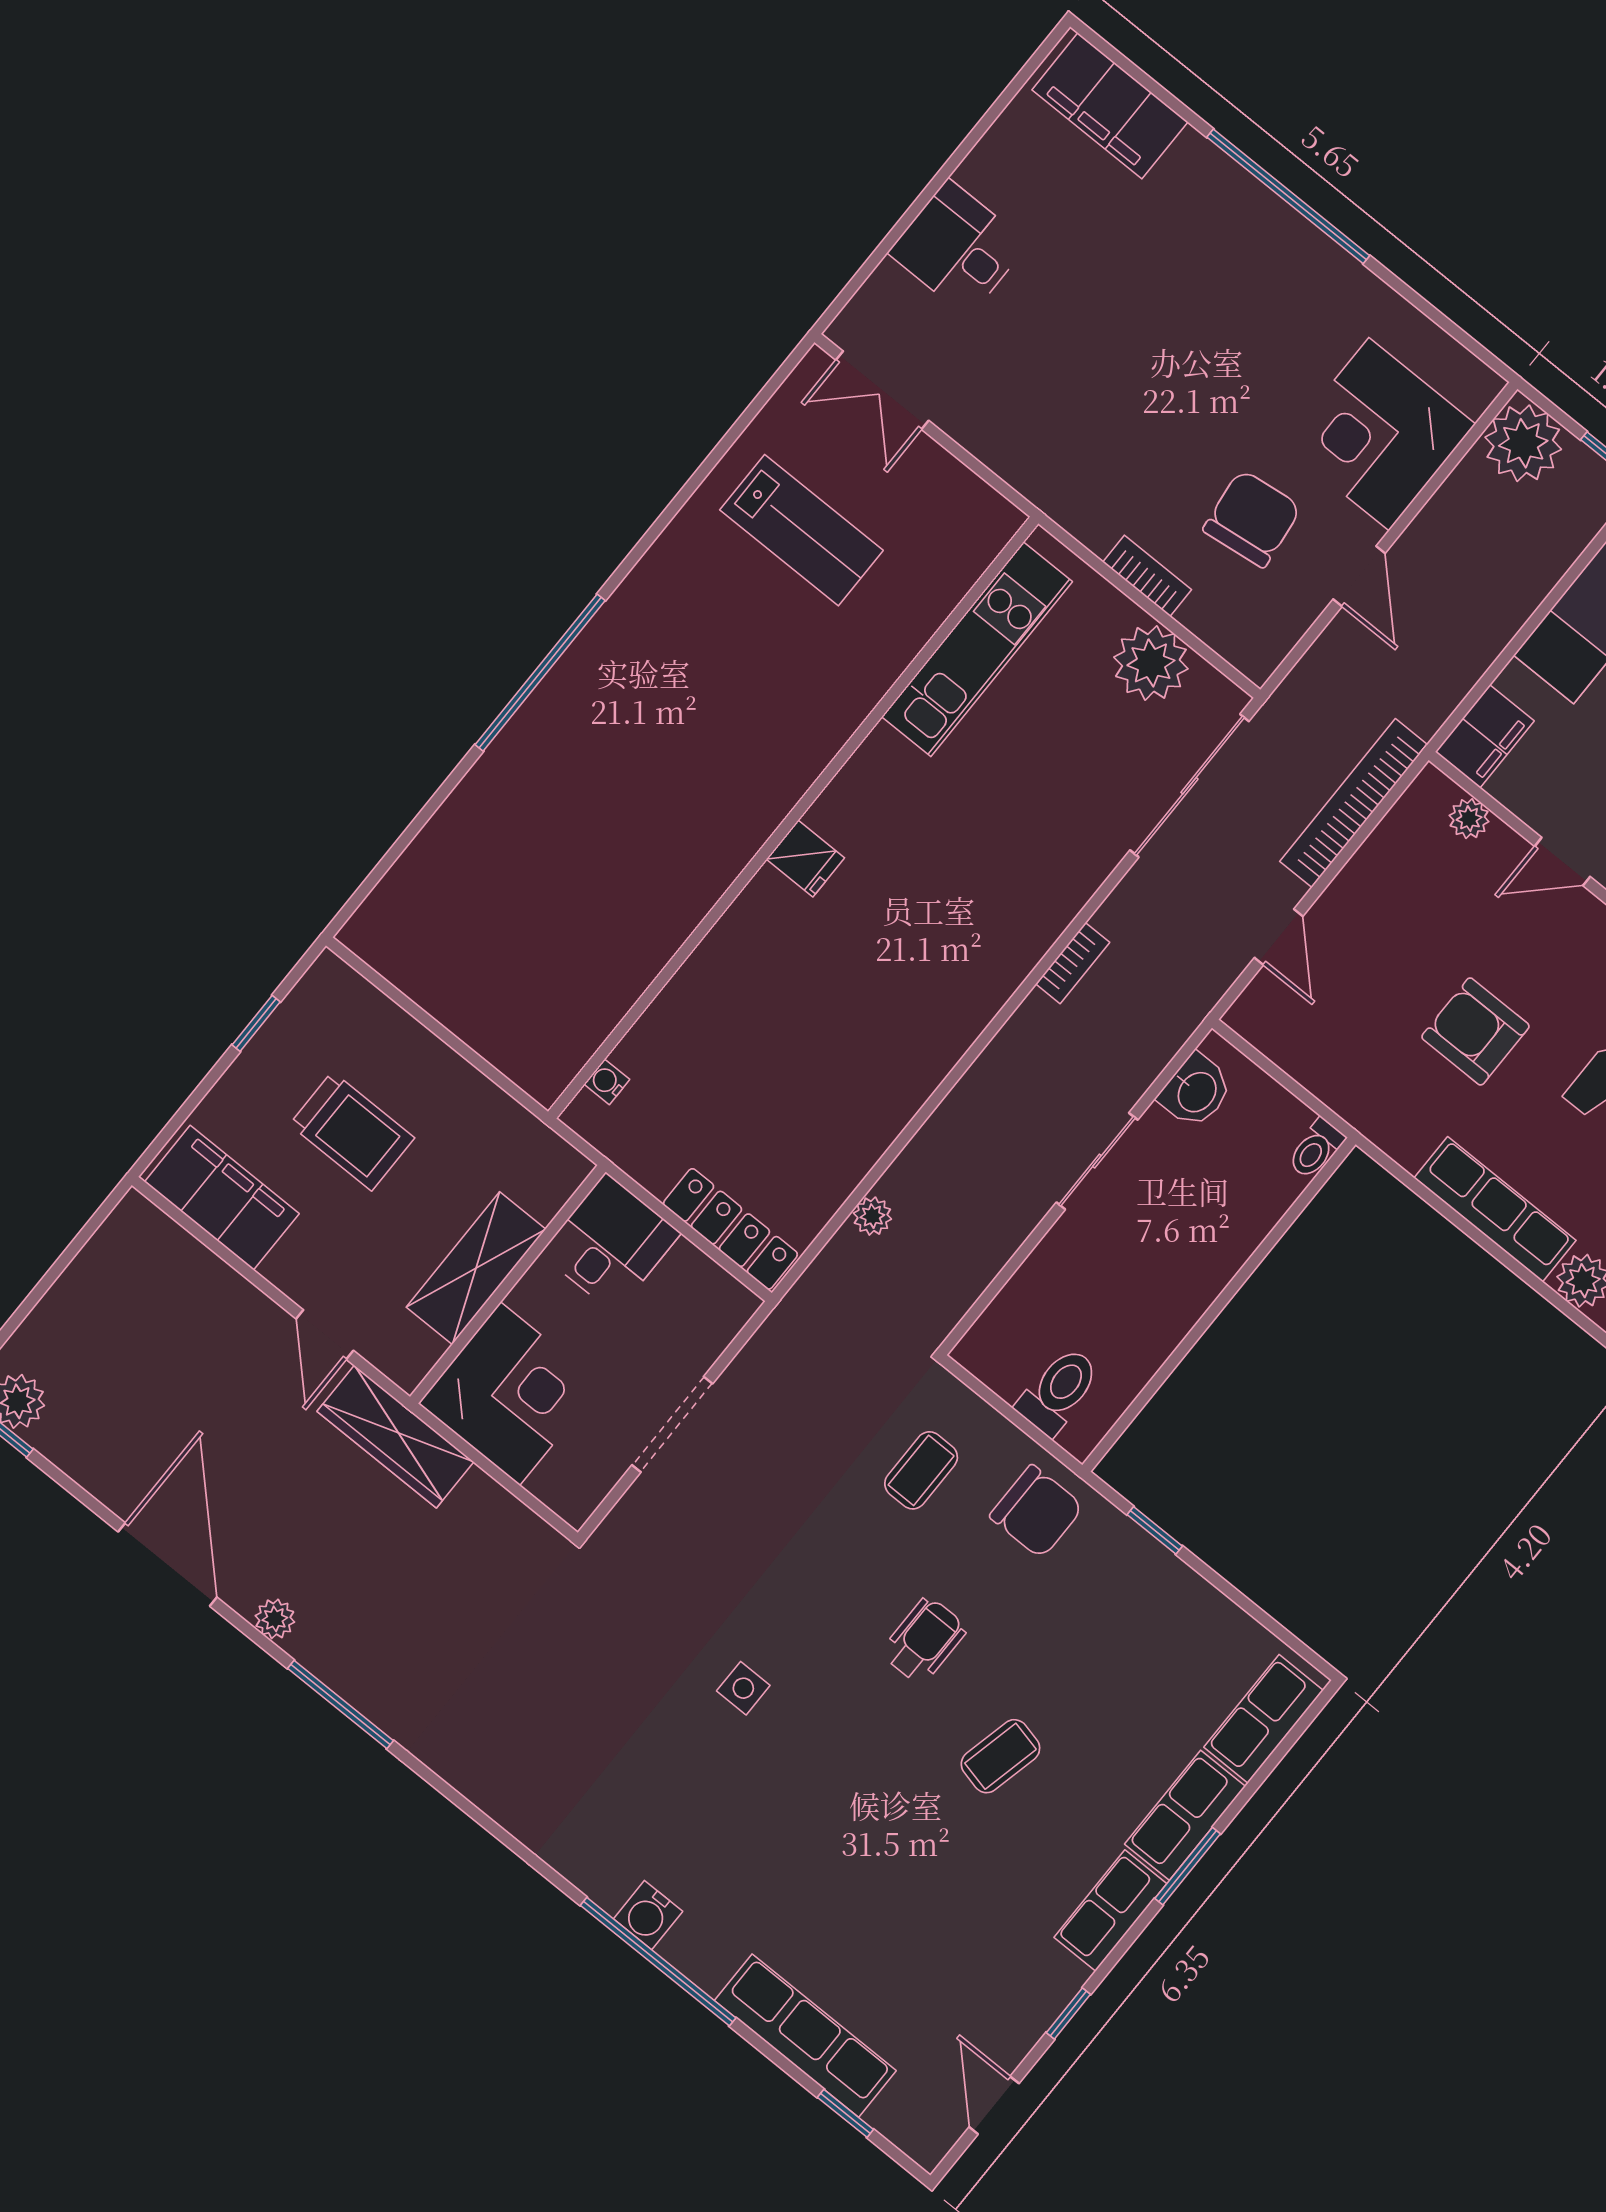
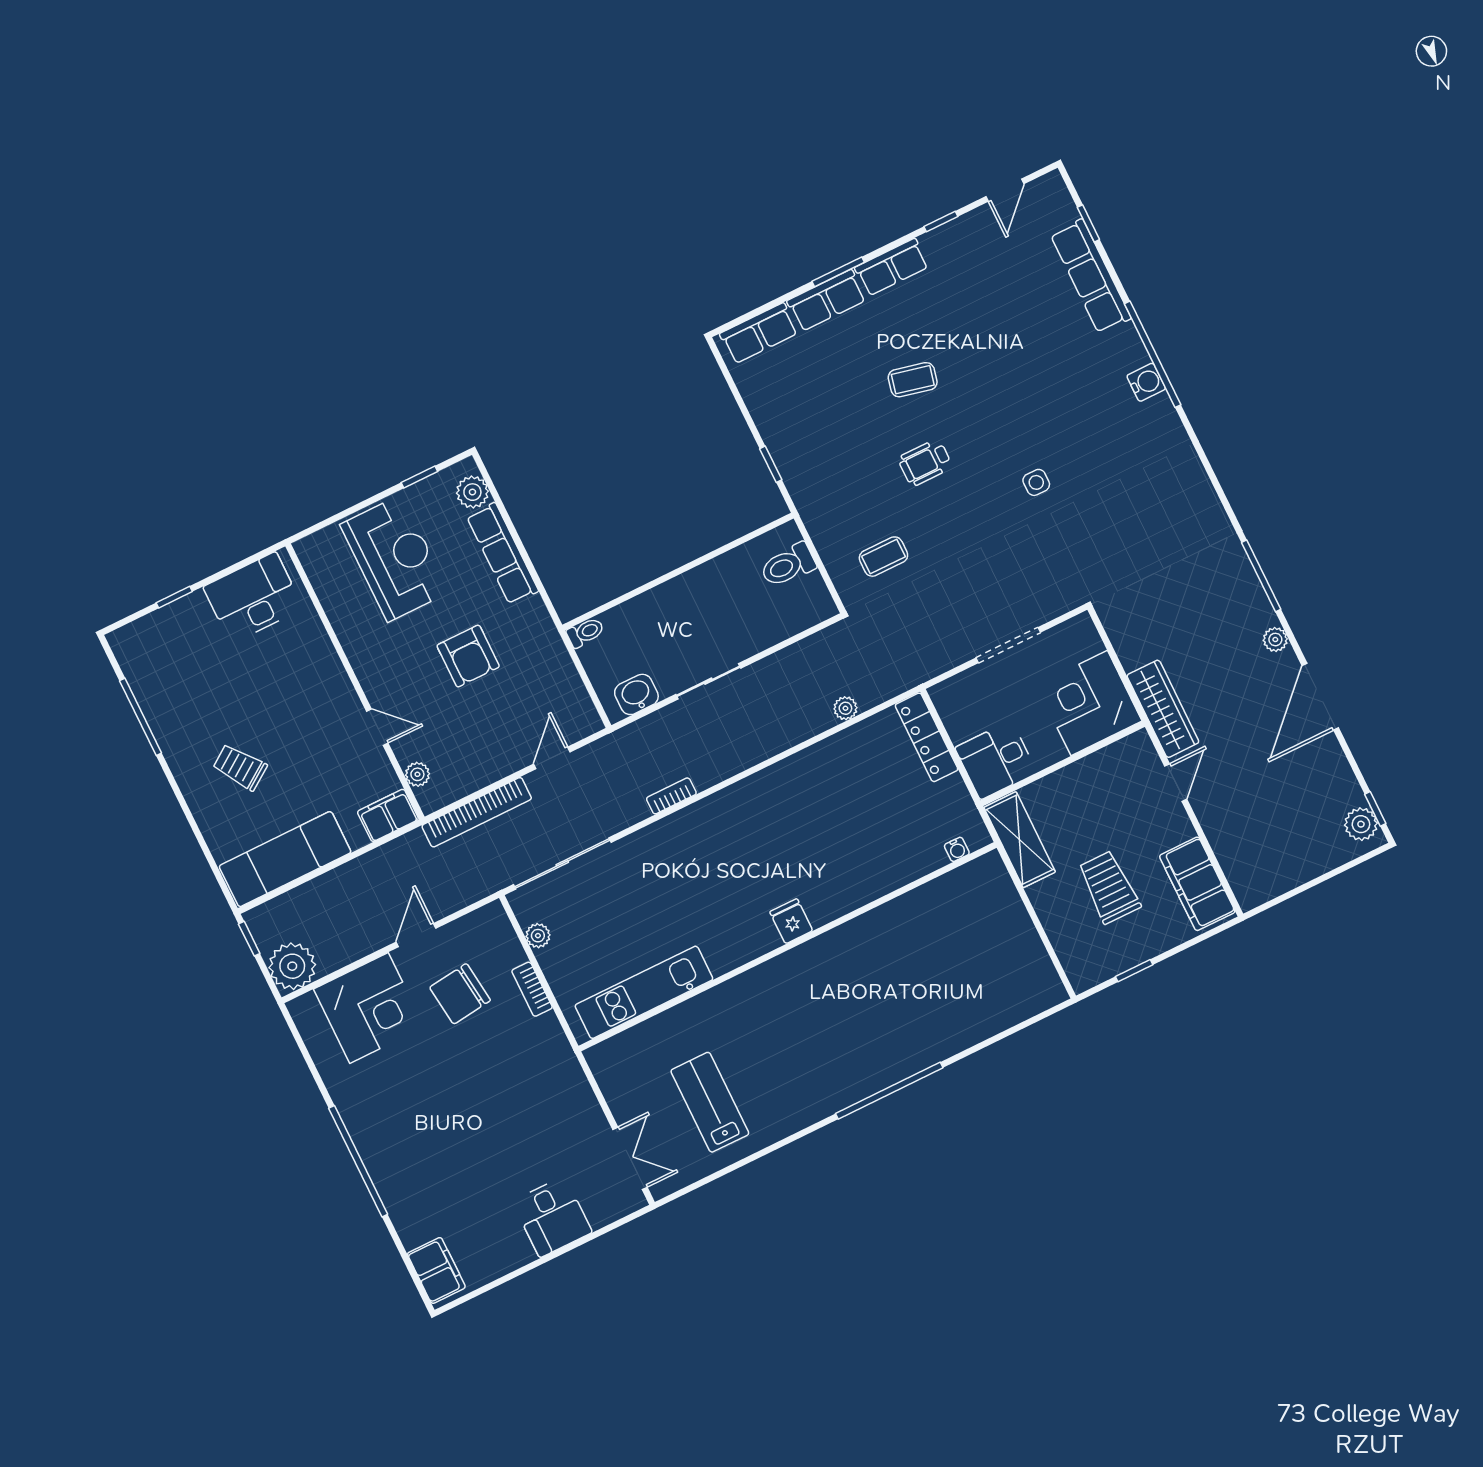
filing cabinet: (1110, 106) -> (436, 1270), width x0.67, depth x0.86
plant: (1151, 663) -> (538, 936), width x0.53, depth x0.53
shelving: (476, 1268) -> (1020, 840), moved, turned 90
chair: (1036, 1511) -> (831, 505), removed

